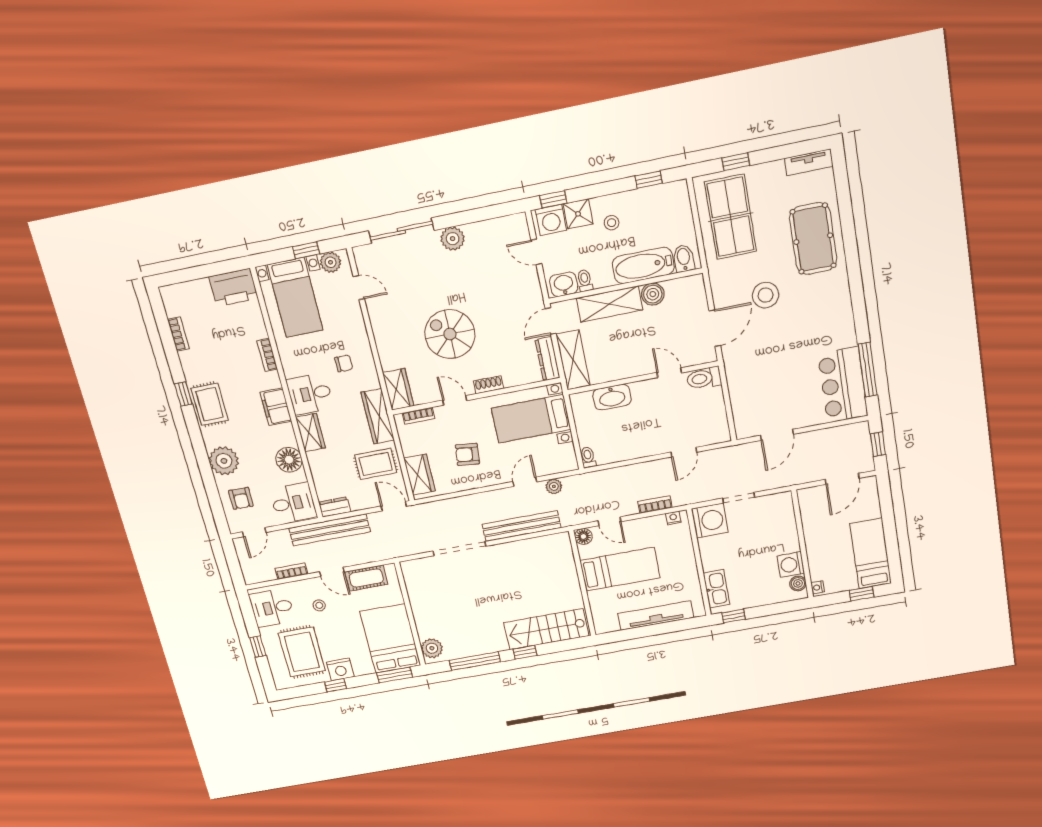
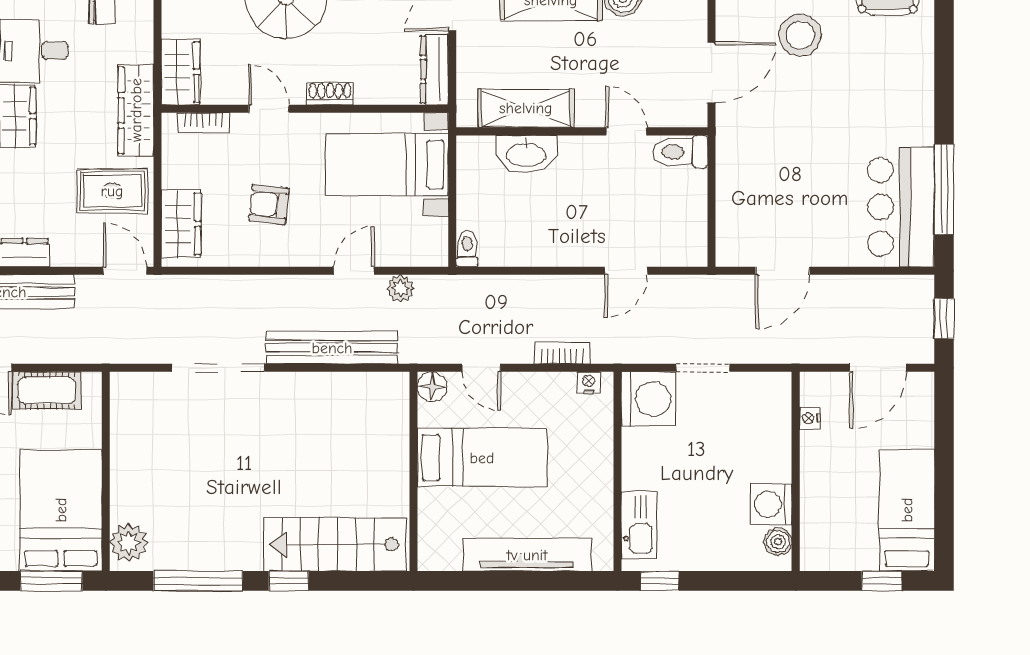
shelving: (573, 360) -> (526, 108), moved, turned 90
nightstand: (818, 587) -> (810, 418), moved

